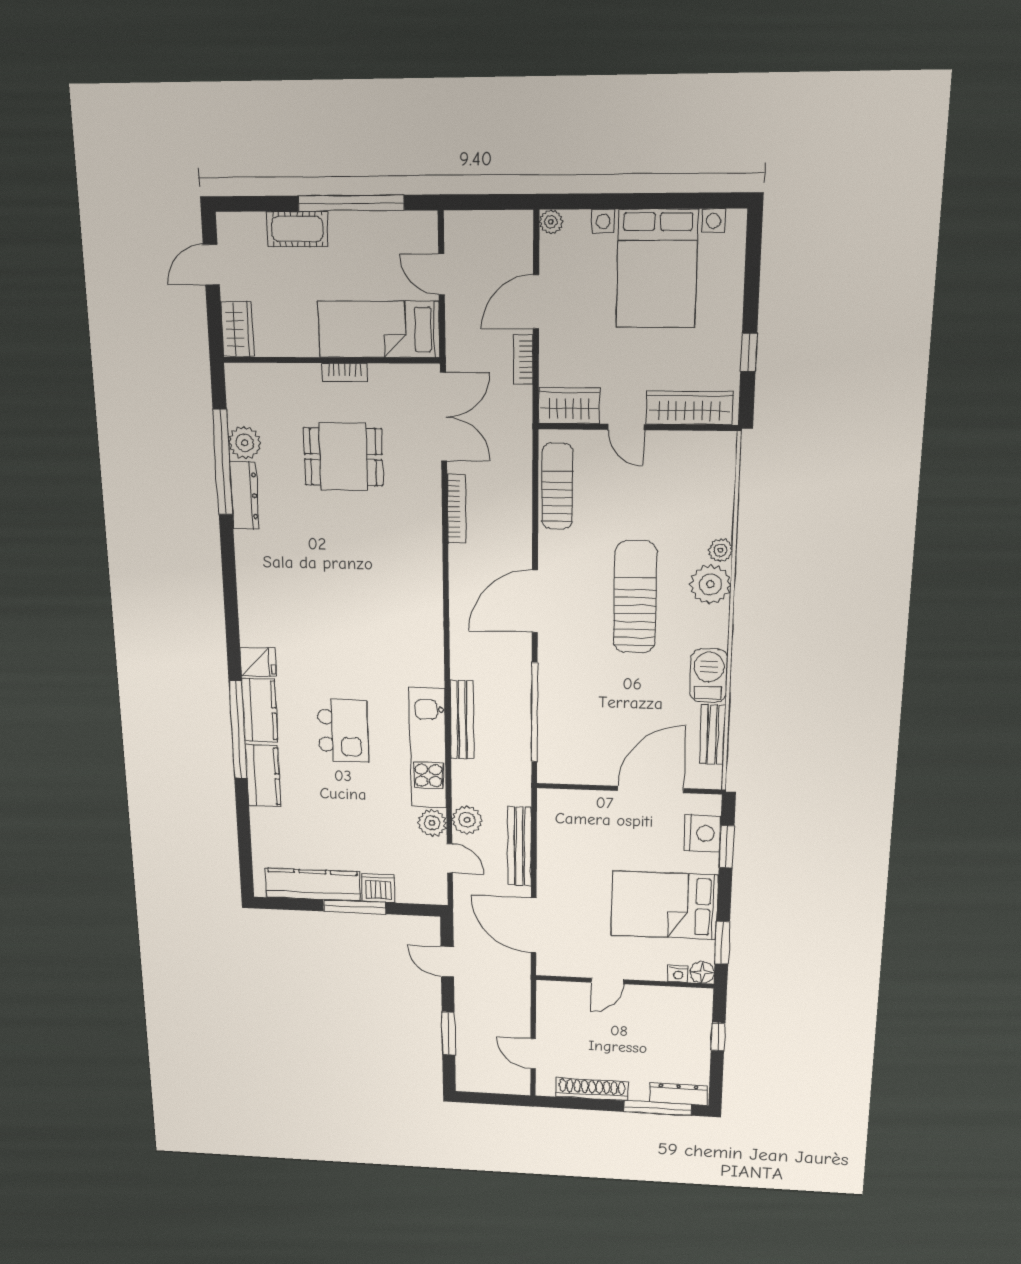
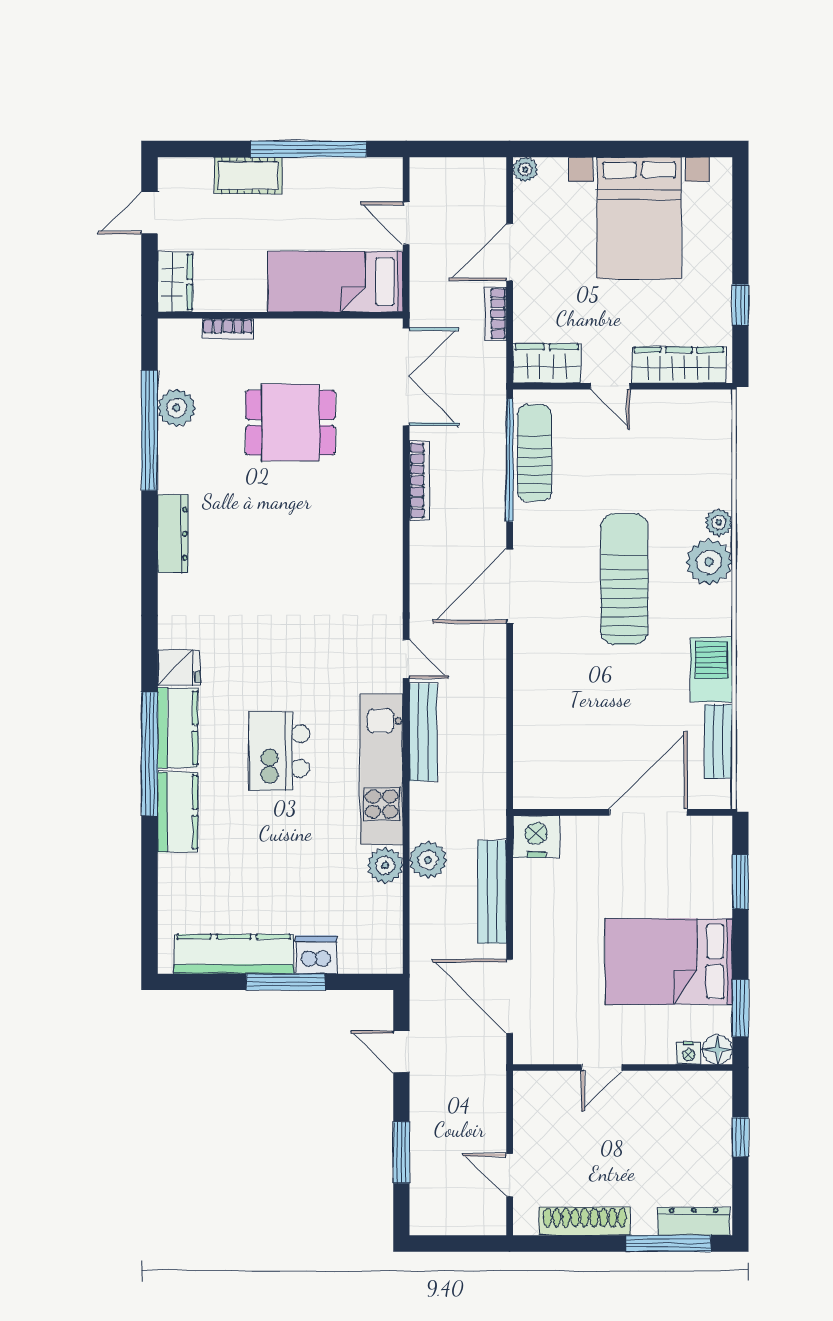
bookcase: (345, 373) -> (228, 329), moved
dresser: (244, 496) -> (173, 534), moved
window: (534, 712) -> (510, 460), moved
kitchen island: (343, 731) -> (279, 751), turned 180
nightstand: (703, 833) -> (536, 837), moved, turned -90
door: (450, 858) -> (406, 659), moved

